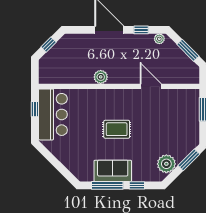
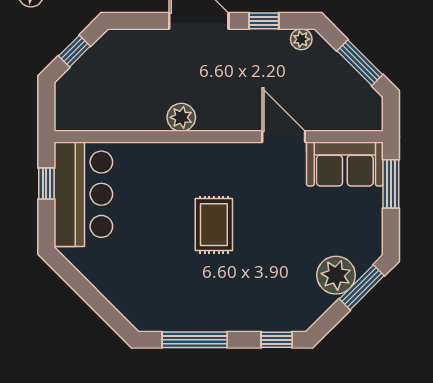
rug: (117, 129) -> (214, 225), turned 90
plant: (166, 164) -> (336, 275), moved
sofa: (113, 171) -> (345, 164), moved, turned 180
window: (137, 185) -> (277, 340), moved

